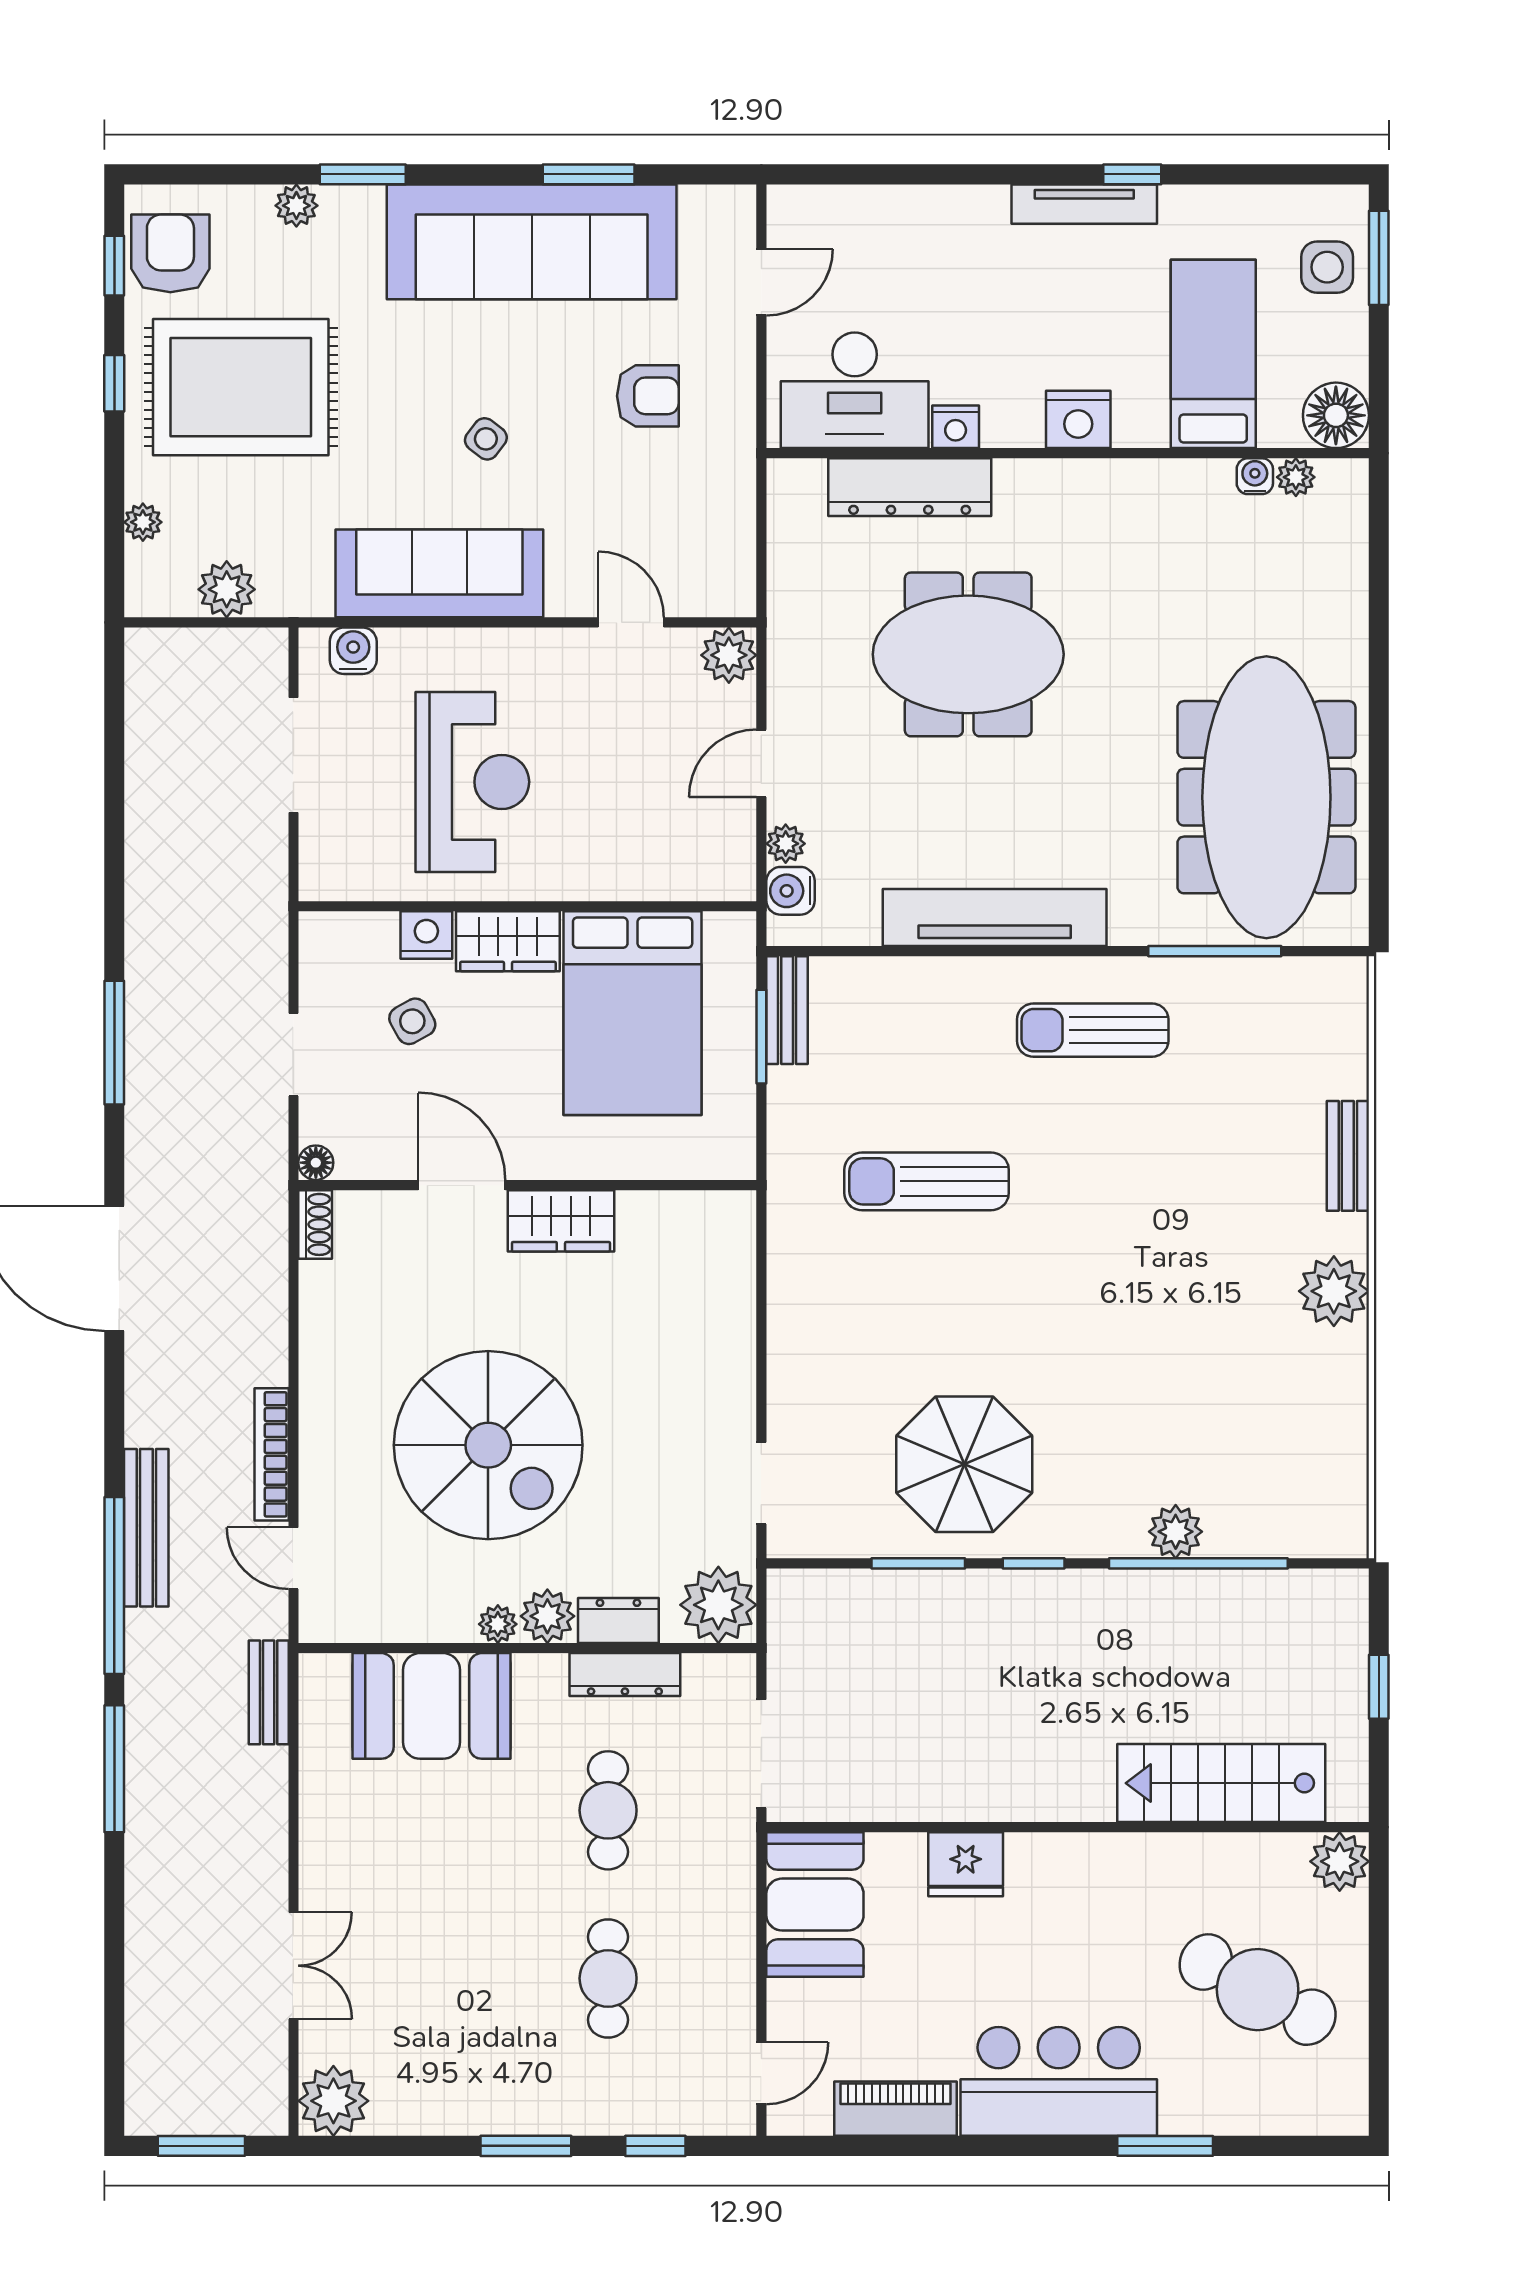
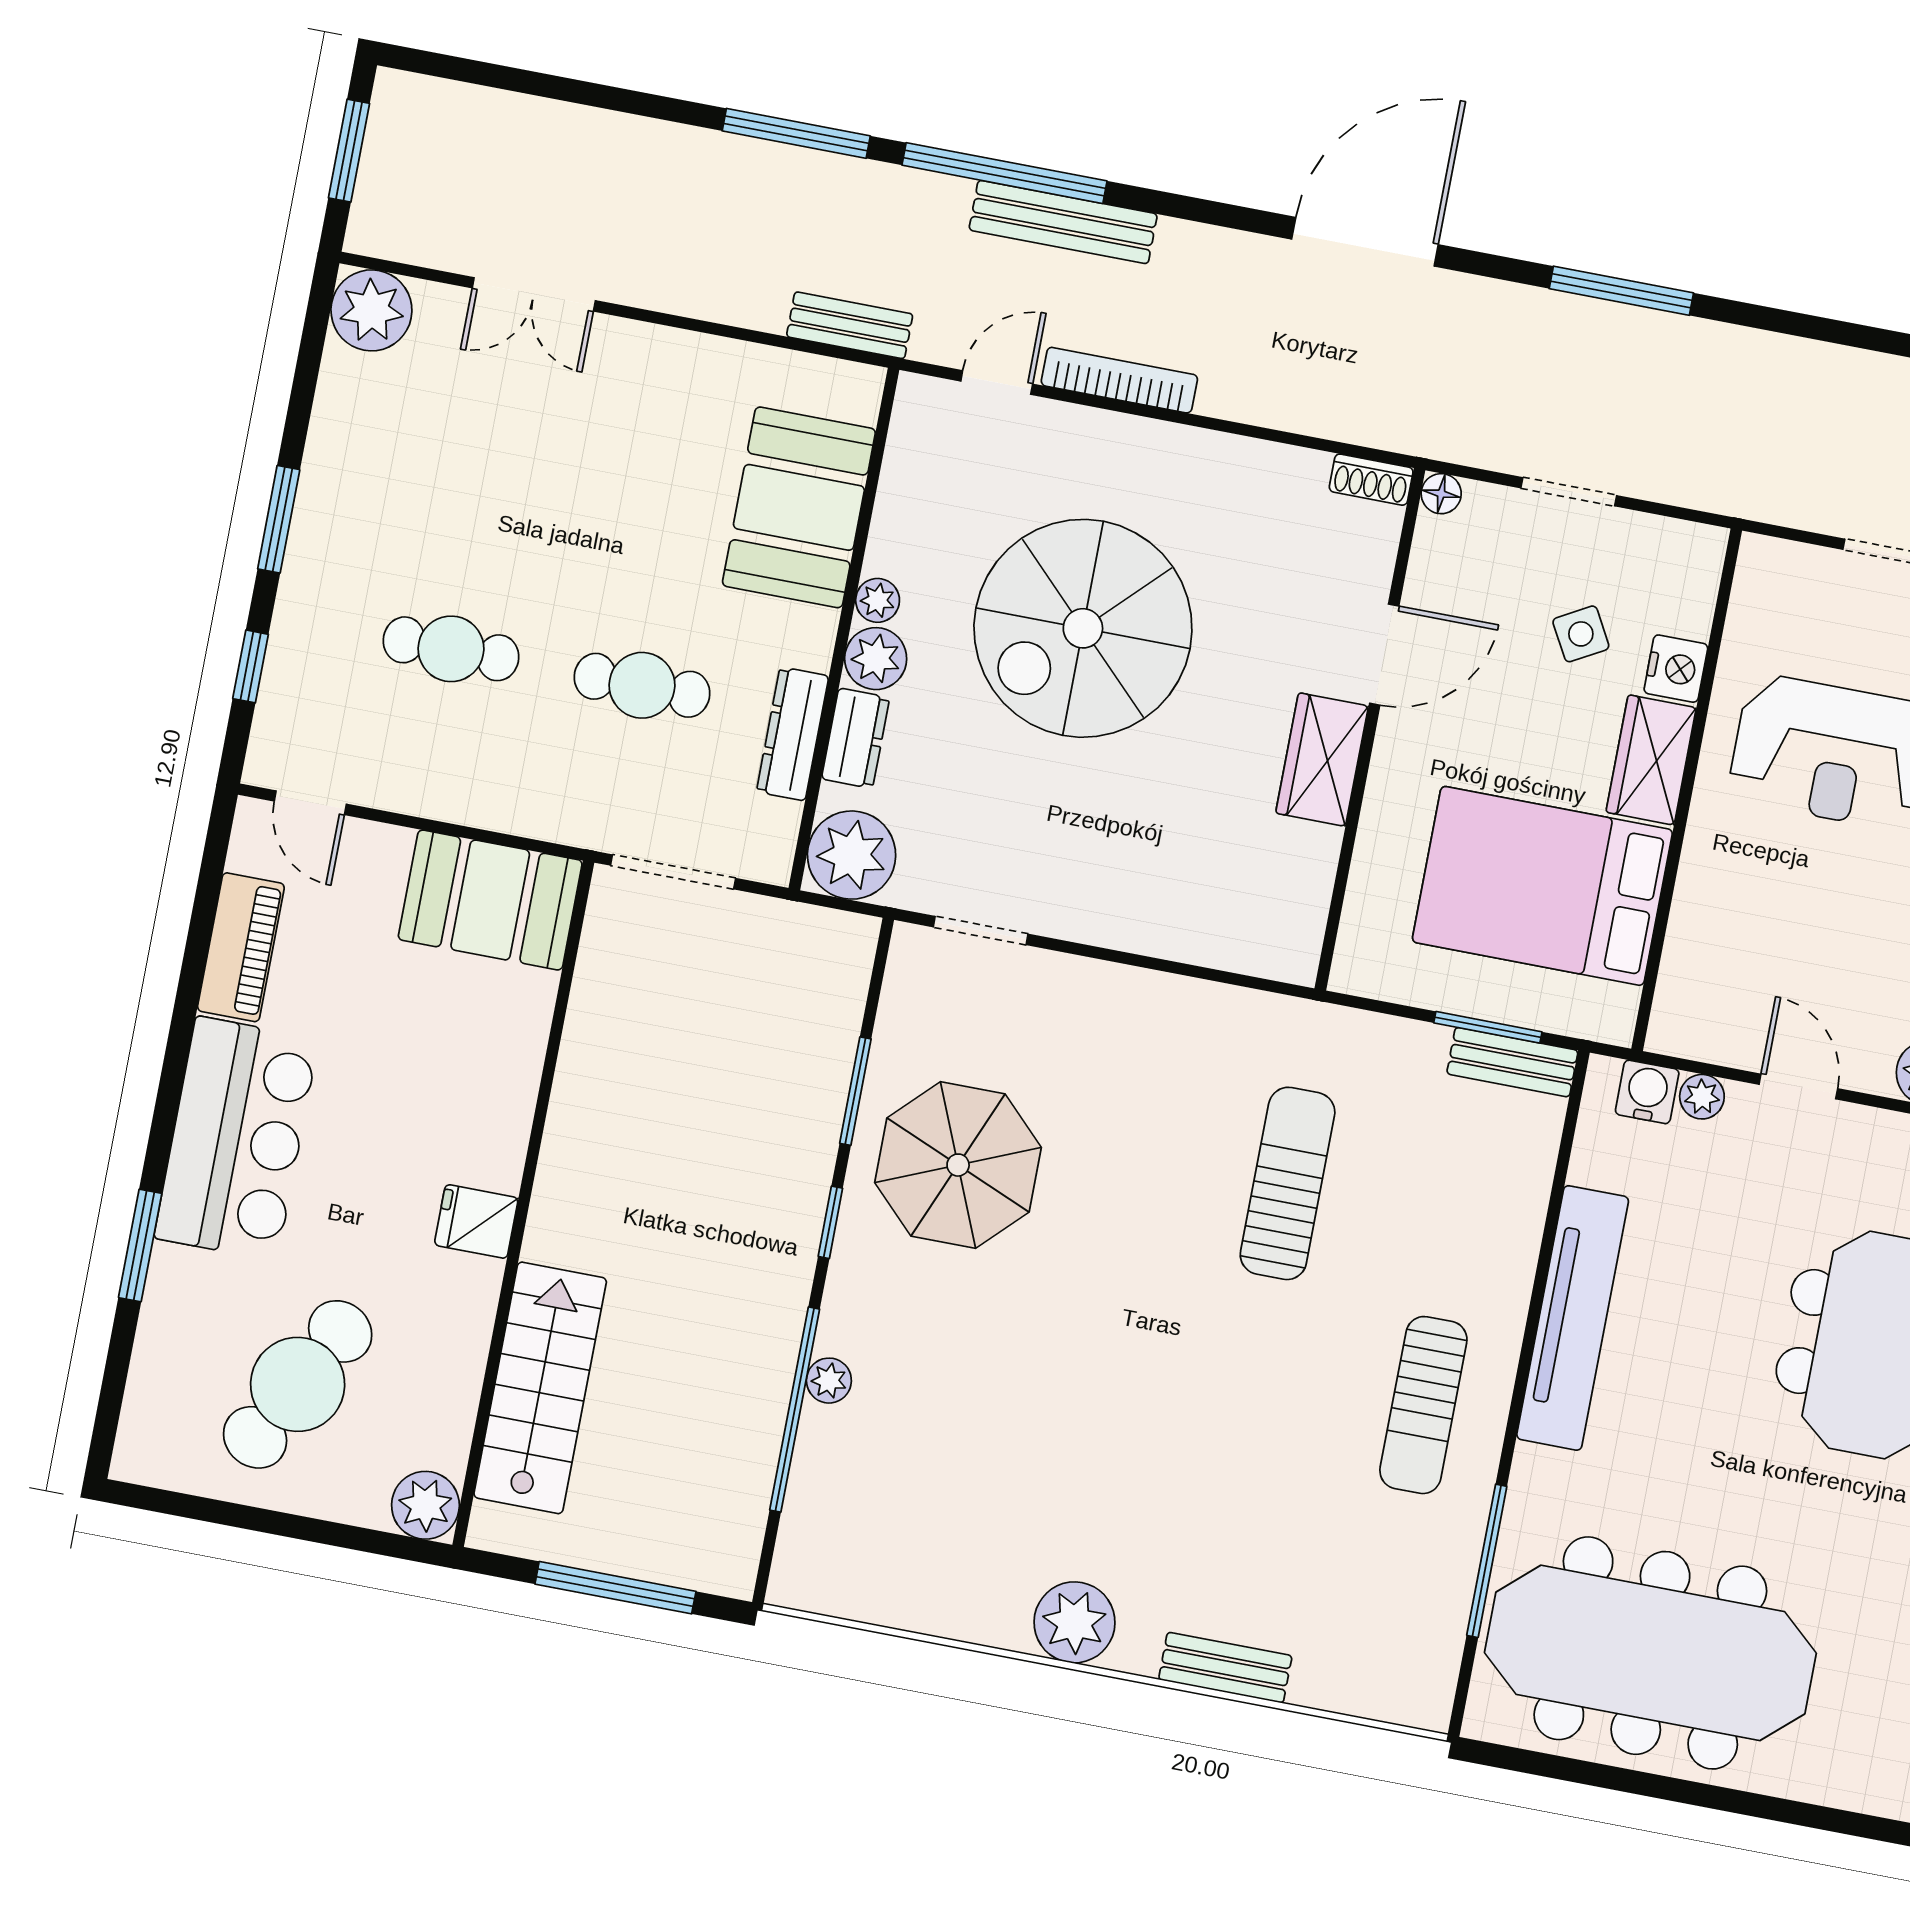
sun lounger: (1093, 1030) -> (1423, 1405), turned 180
plant: (1176, 1532) -> (829, 1381), width x0.73, depth x0.73
window: (1379, 1687) -> (615, 1588), width x2.17
fridge: (966, 1864) -> (476, 1221), moved, width x0.72

